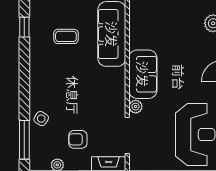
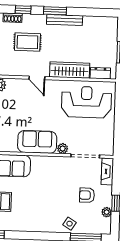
armchair: (78, 139) -> (87, 195), turned 90

